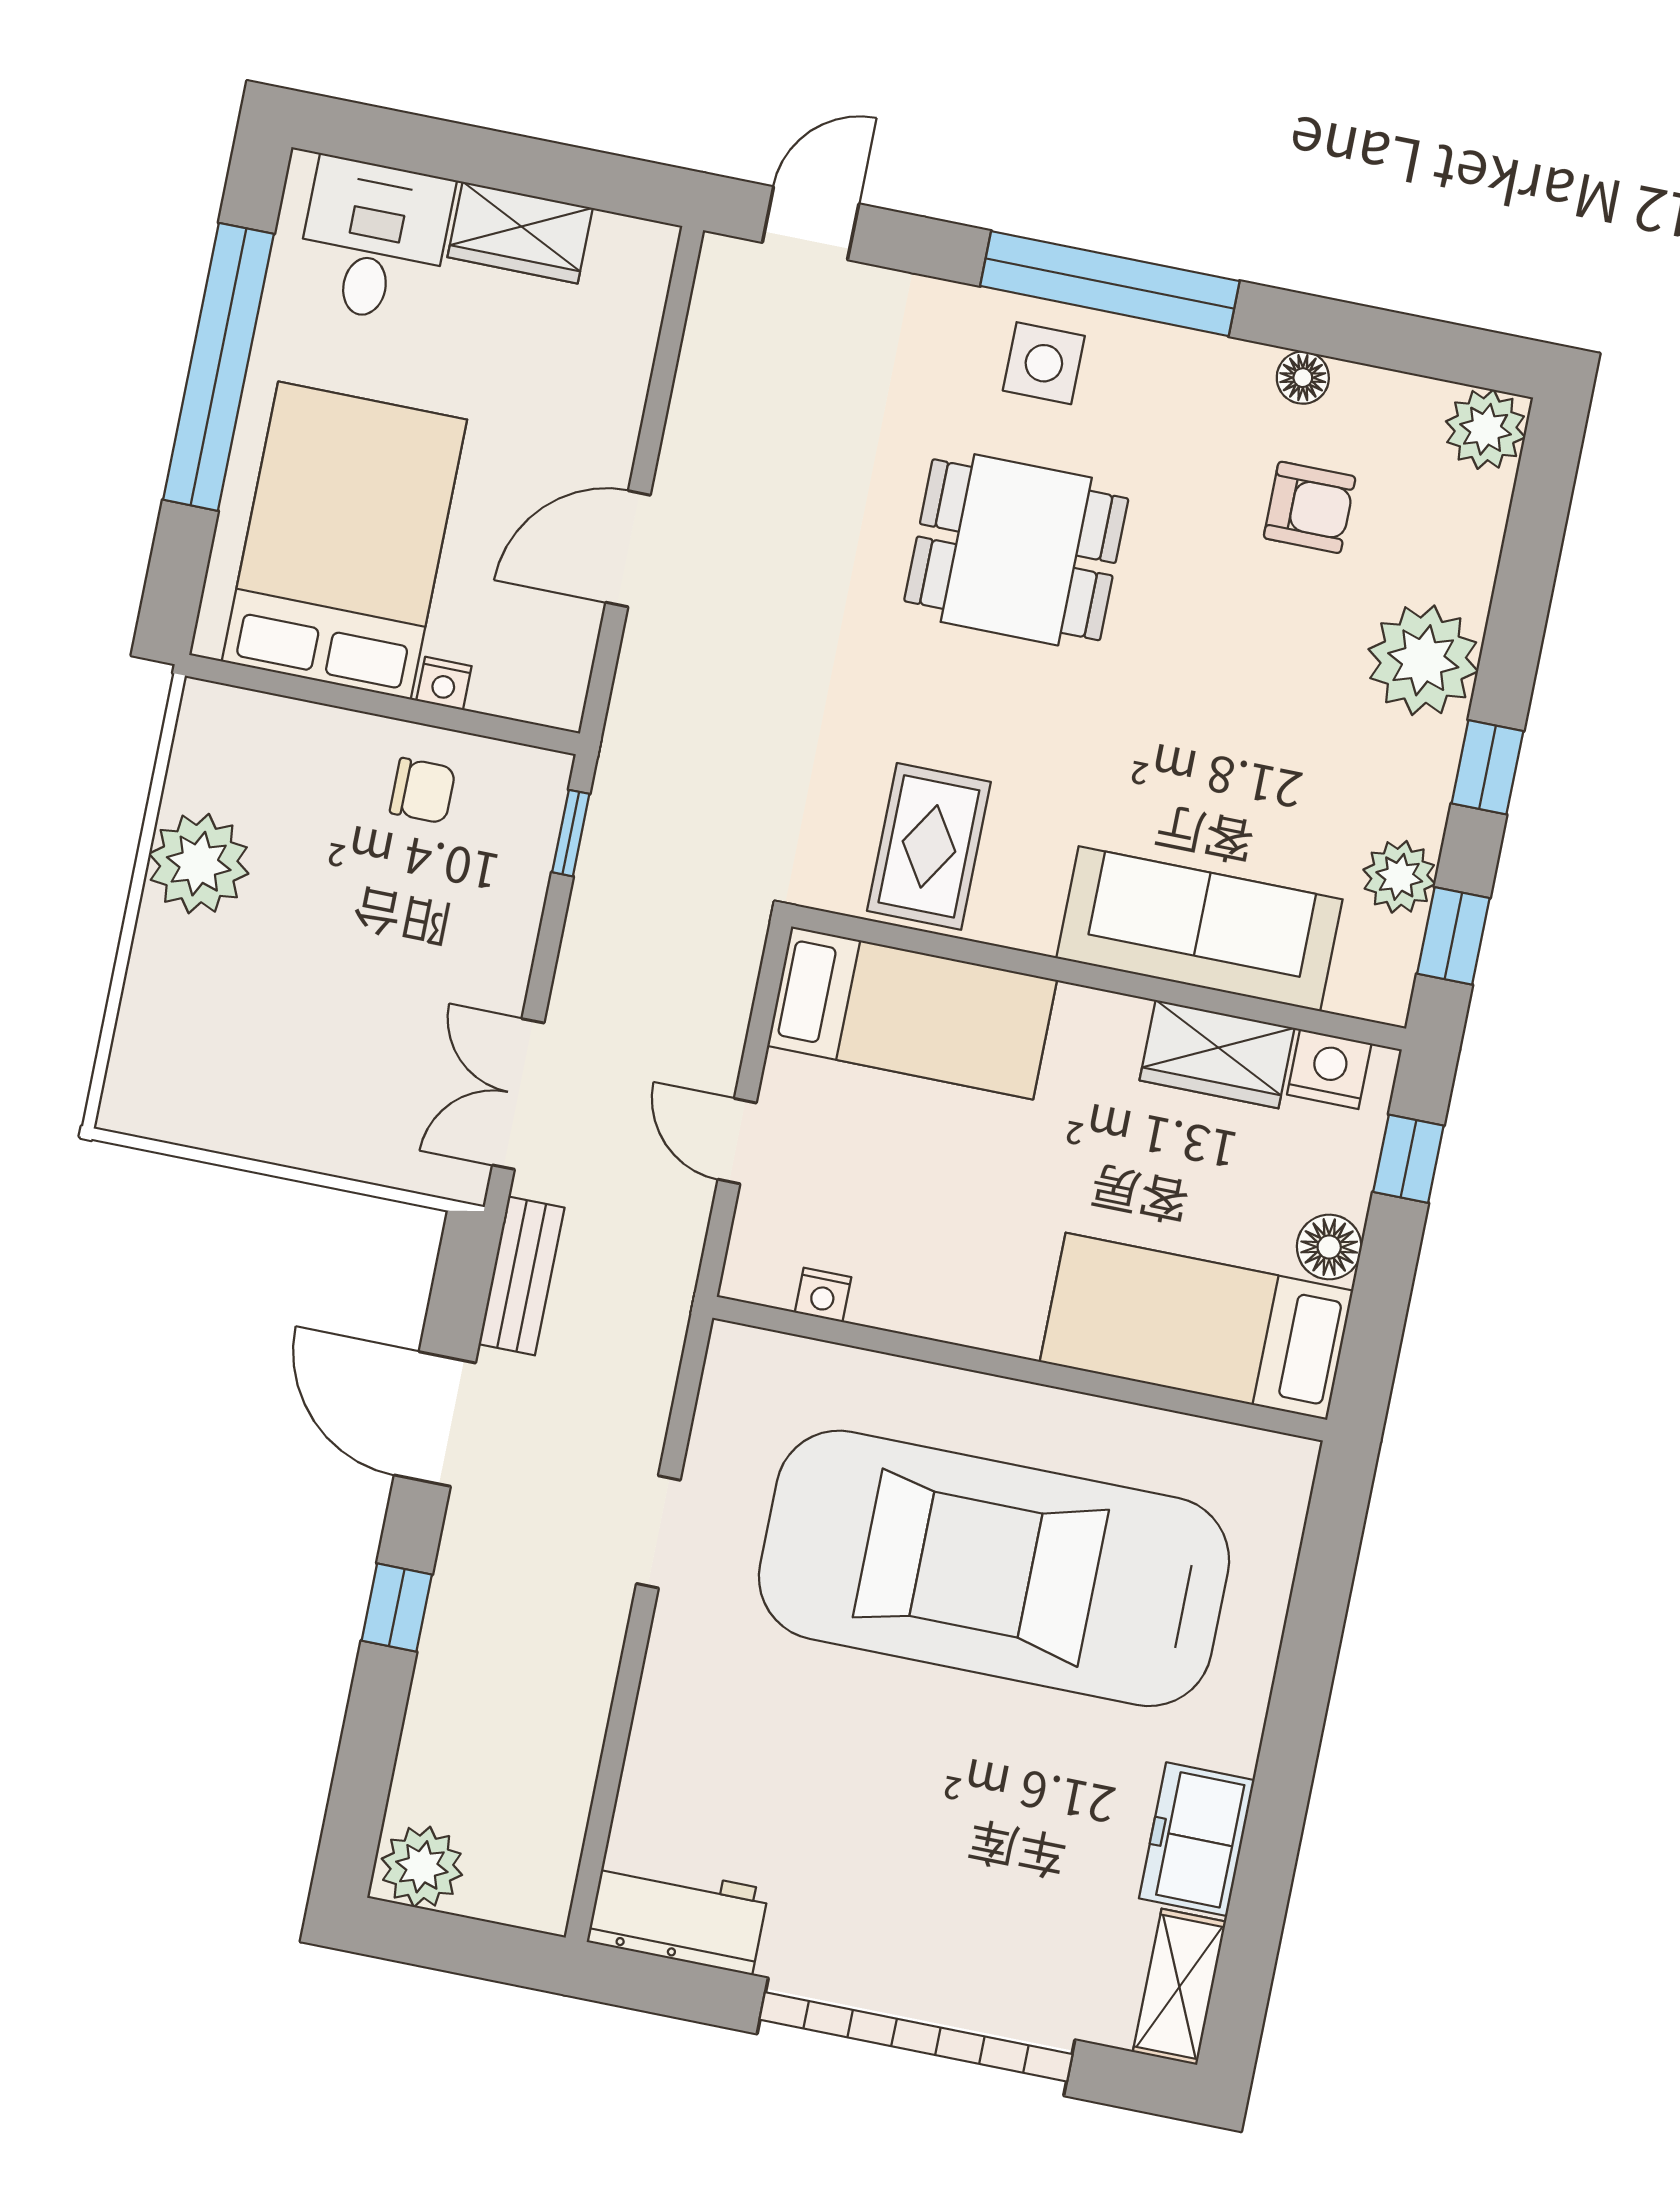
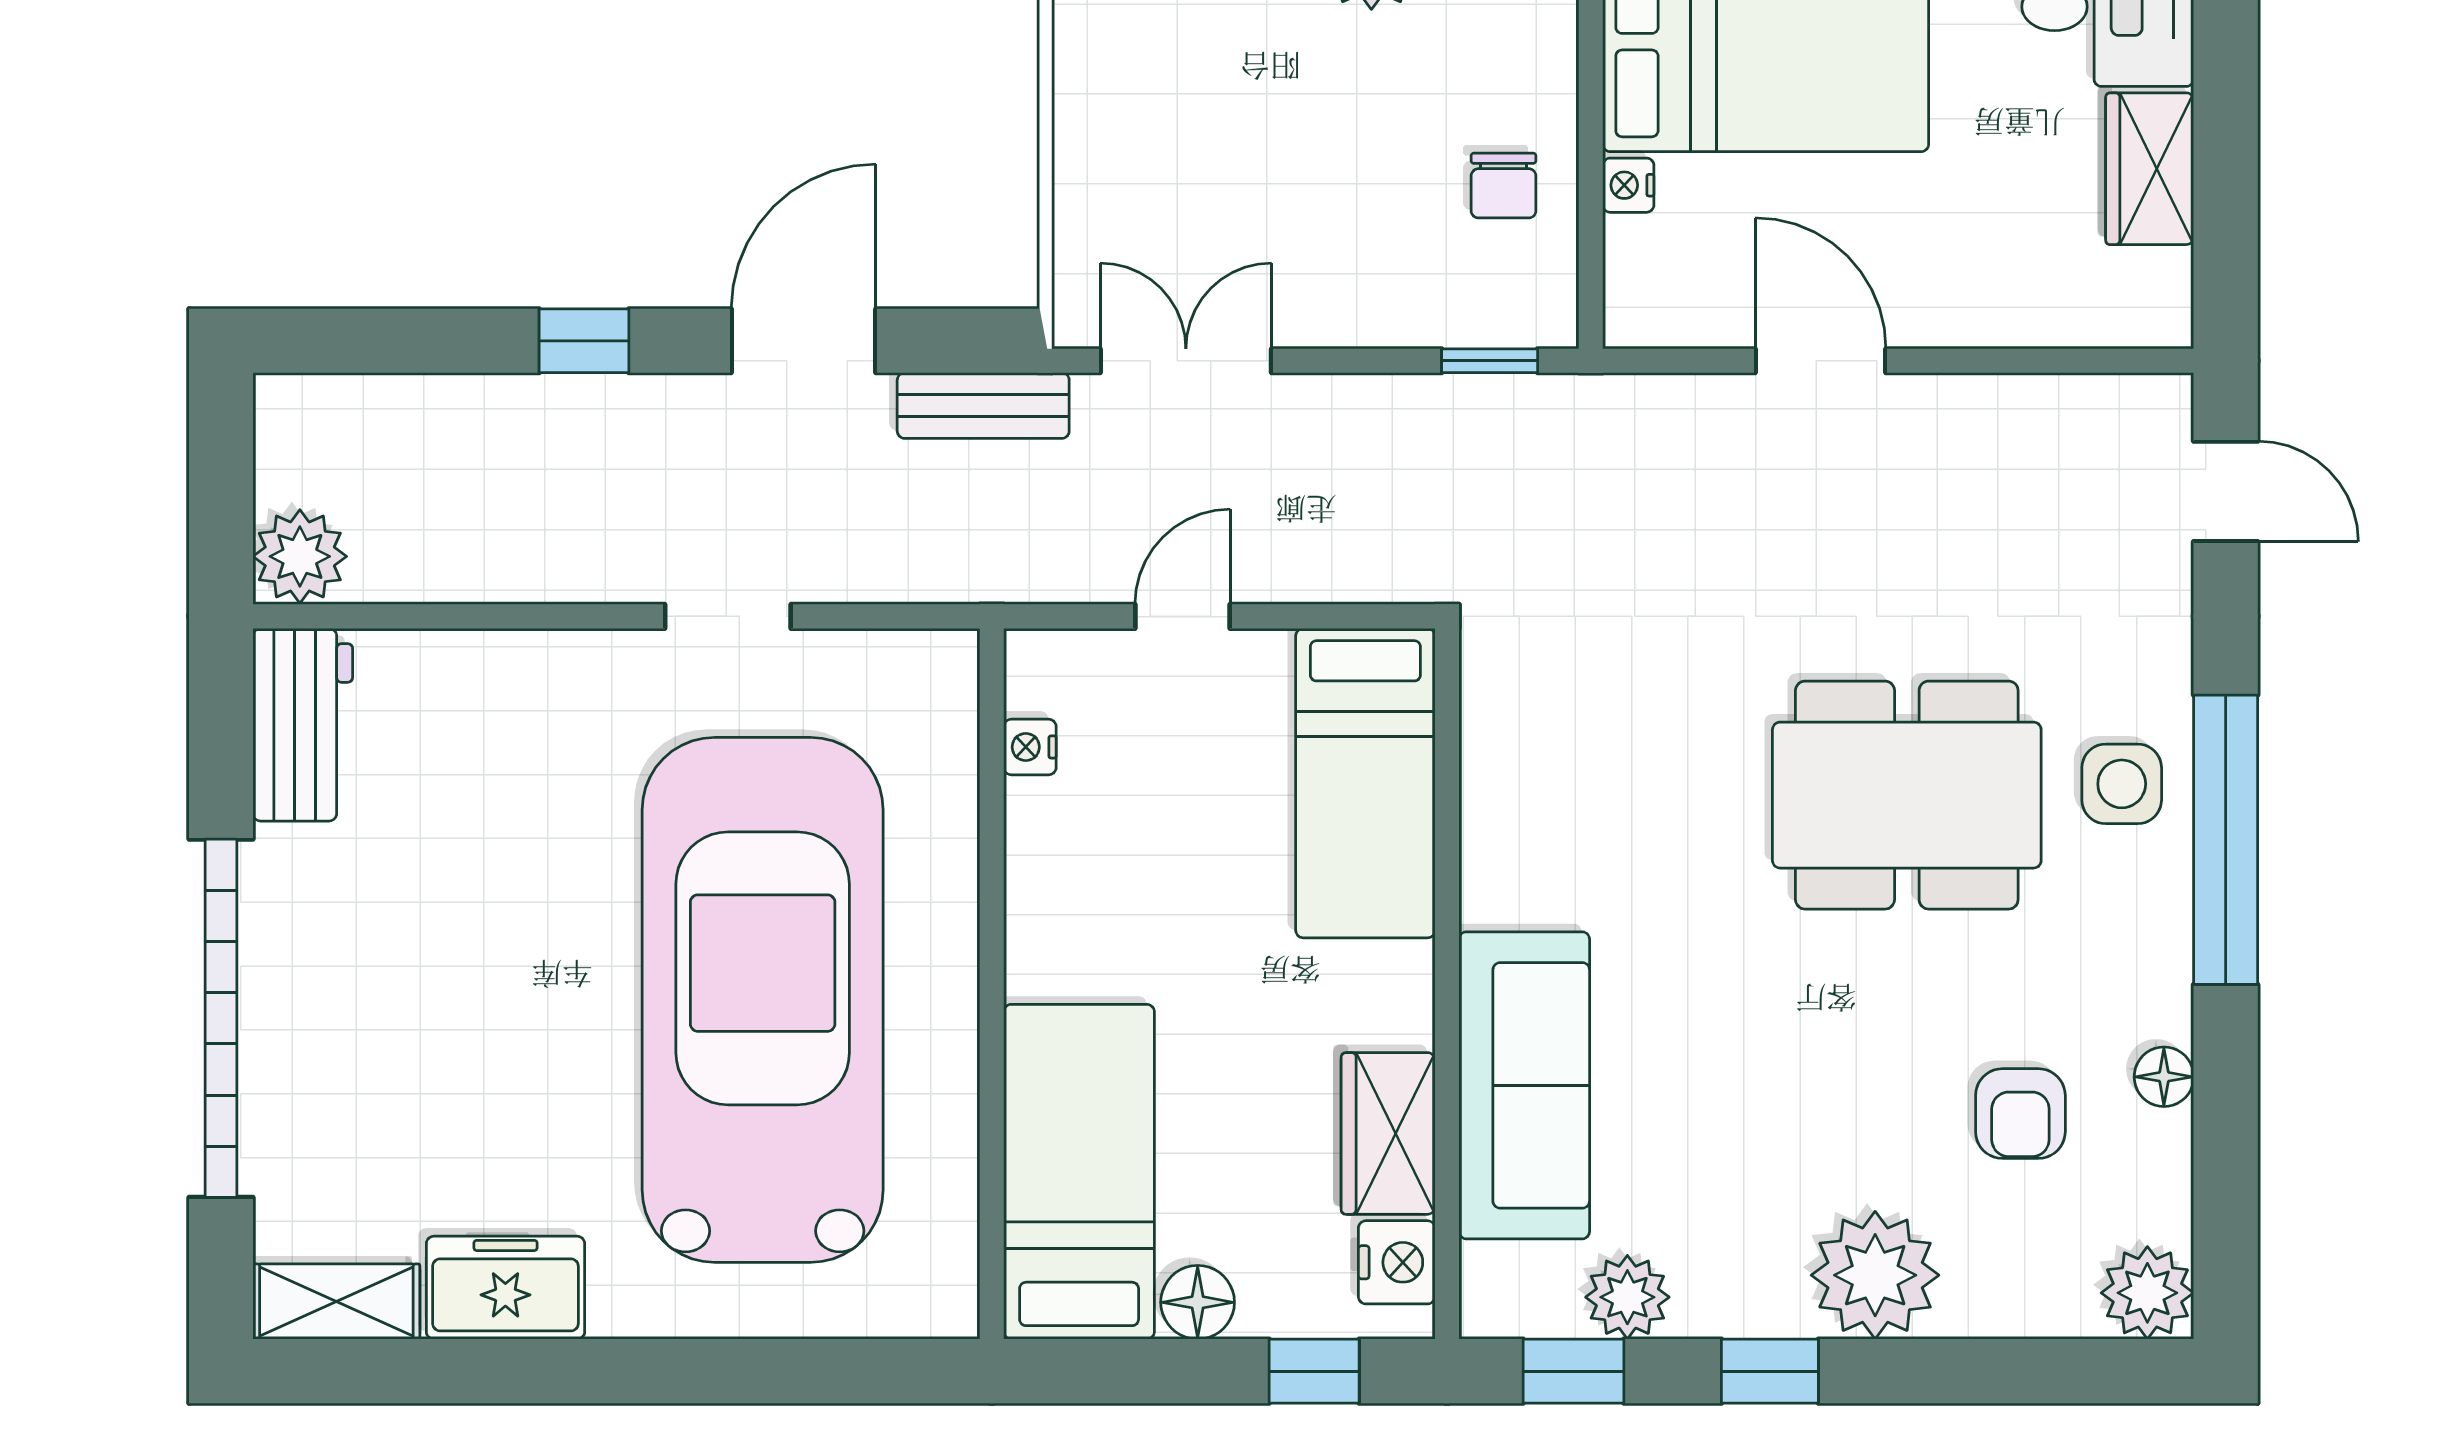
dining table: (1016, 550) -> (1907, 795), width x1.38
rug: (929, 846) -> (1555, 764), removed
plant: (422, 1867) -> (300, 556), moved

